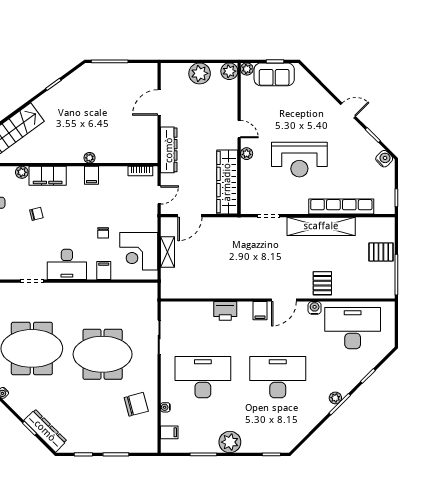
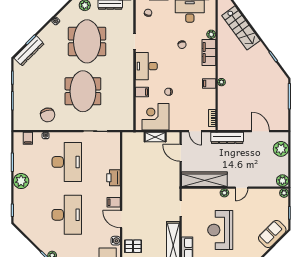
plant: (200, 73) -> (281, 149), moved
sofa: (274, 74) -> (272, 234), moved, turned 45

